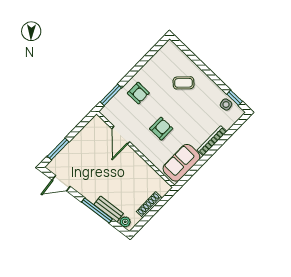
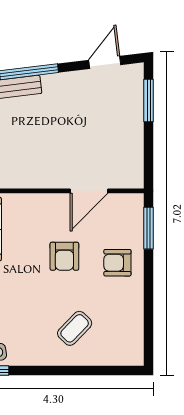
armchair: (161, 129) -> (64, 256), moved
door: (121, 135) -> (89, 191), swing flipped

